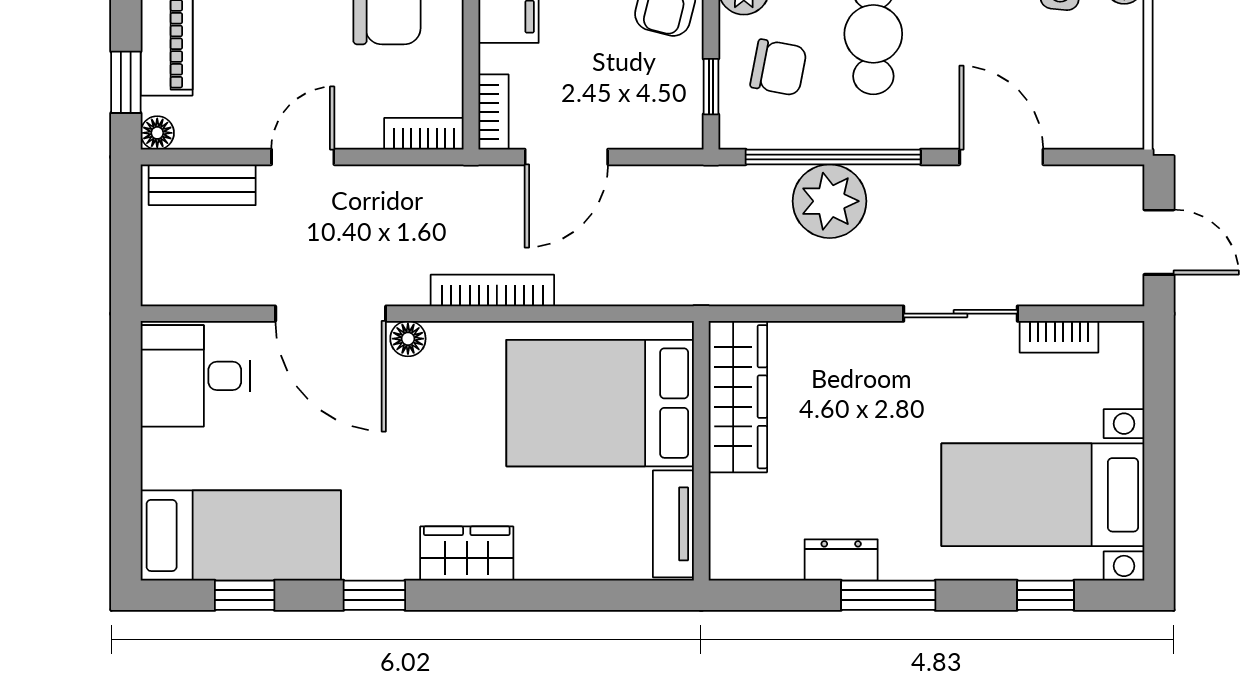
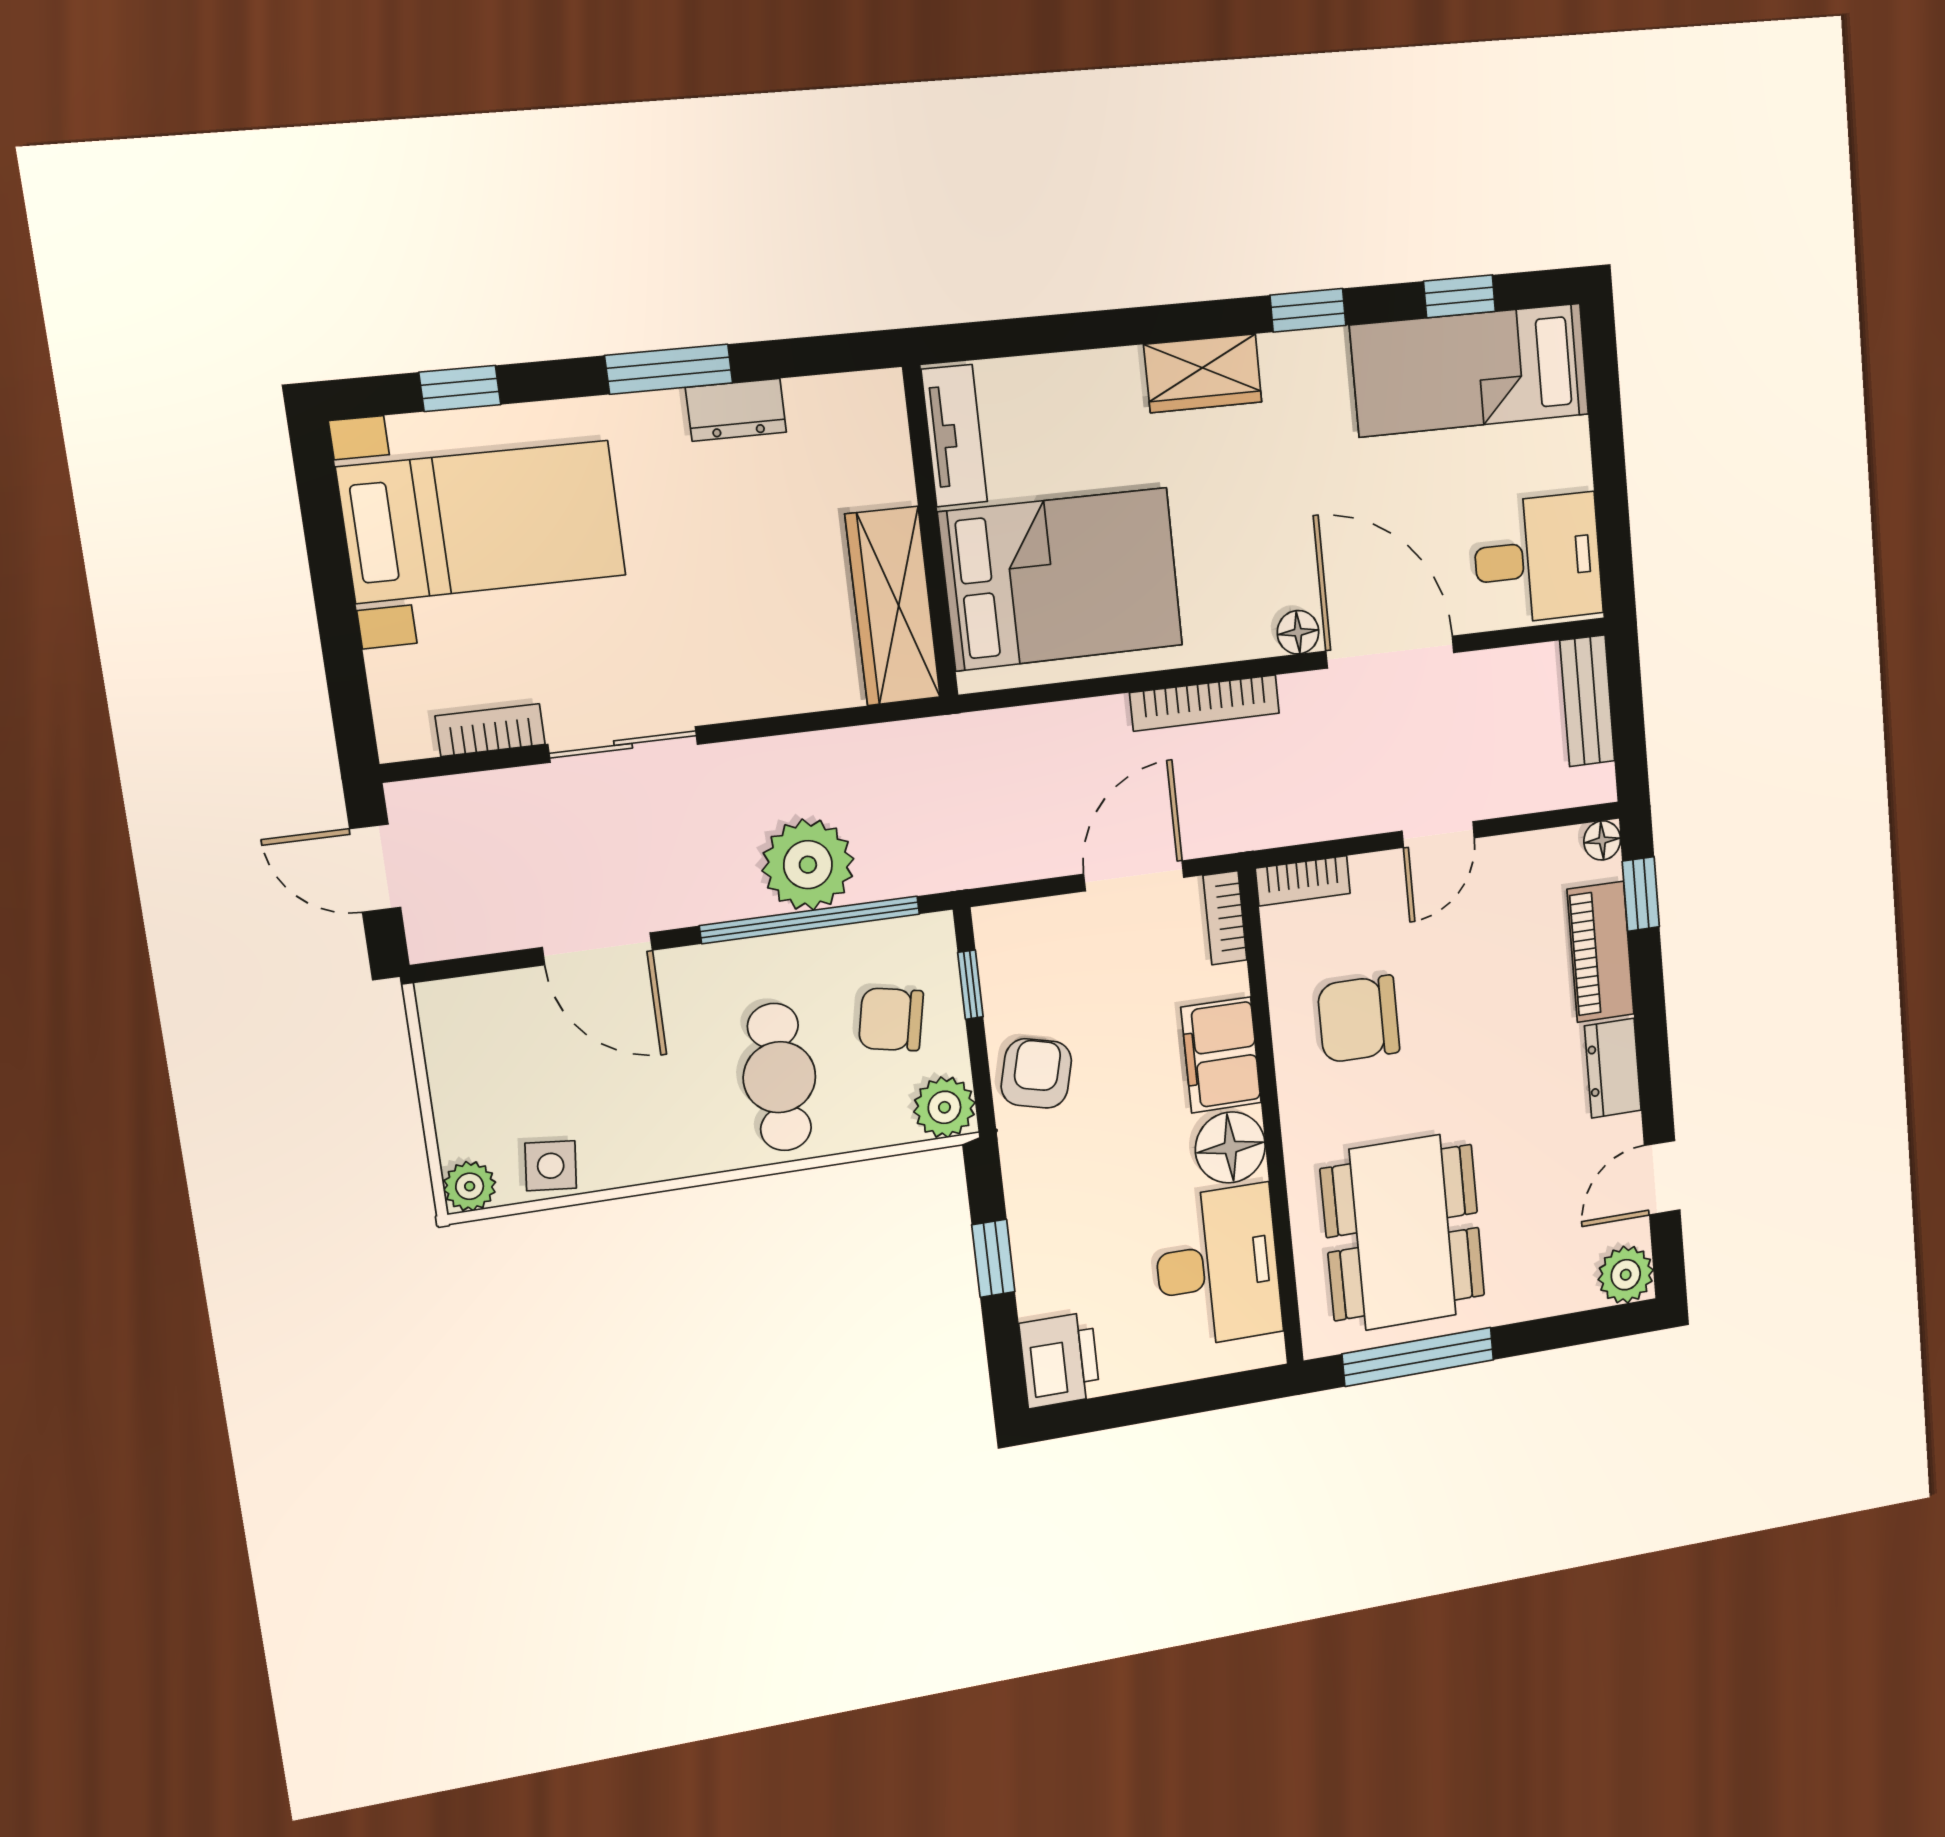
bench: (202, 185) -> (1587, 701), moved, turned 90

